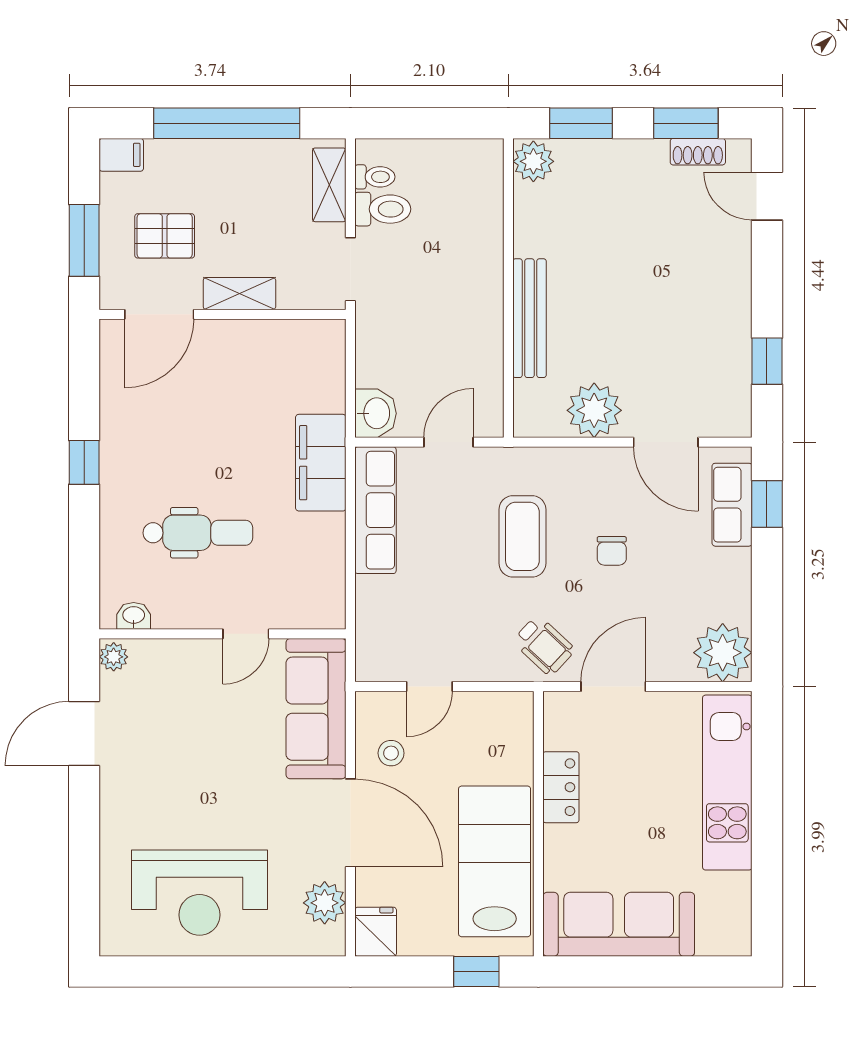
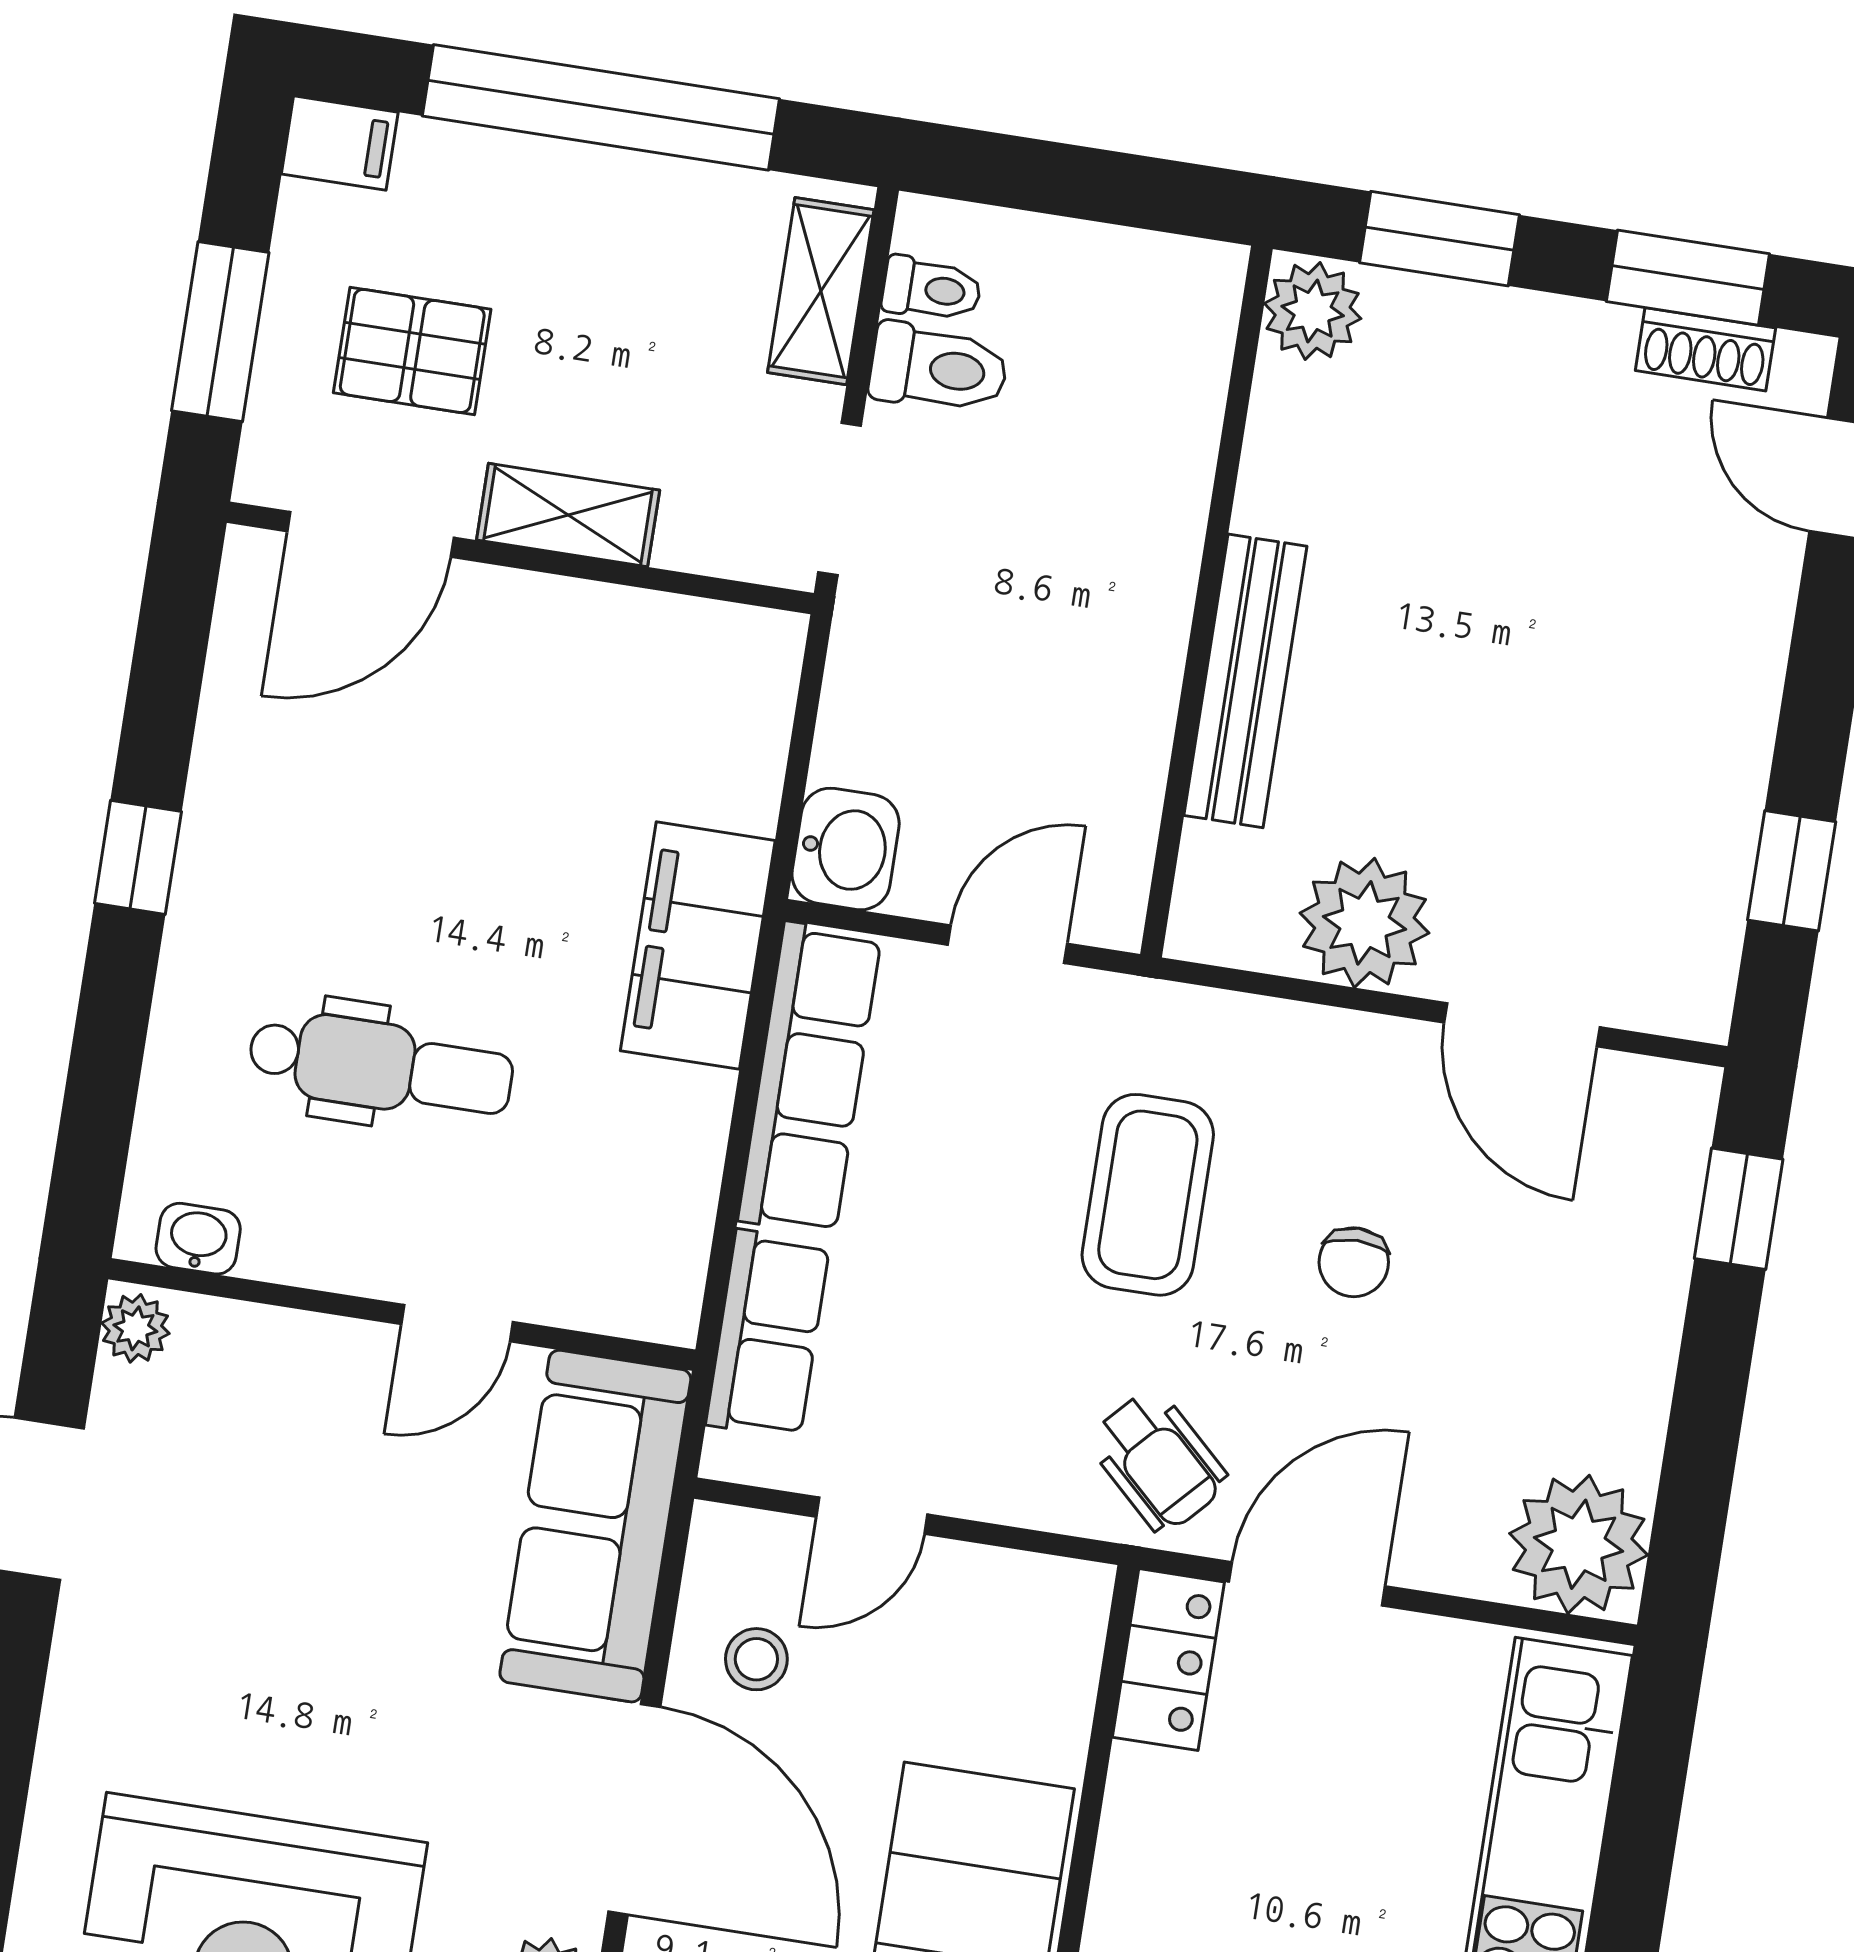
row of seats: (732, 505) -> (768, 1334), moved, turned 180
locker: (561, 787) -> (1168, 1660), moved

